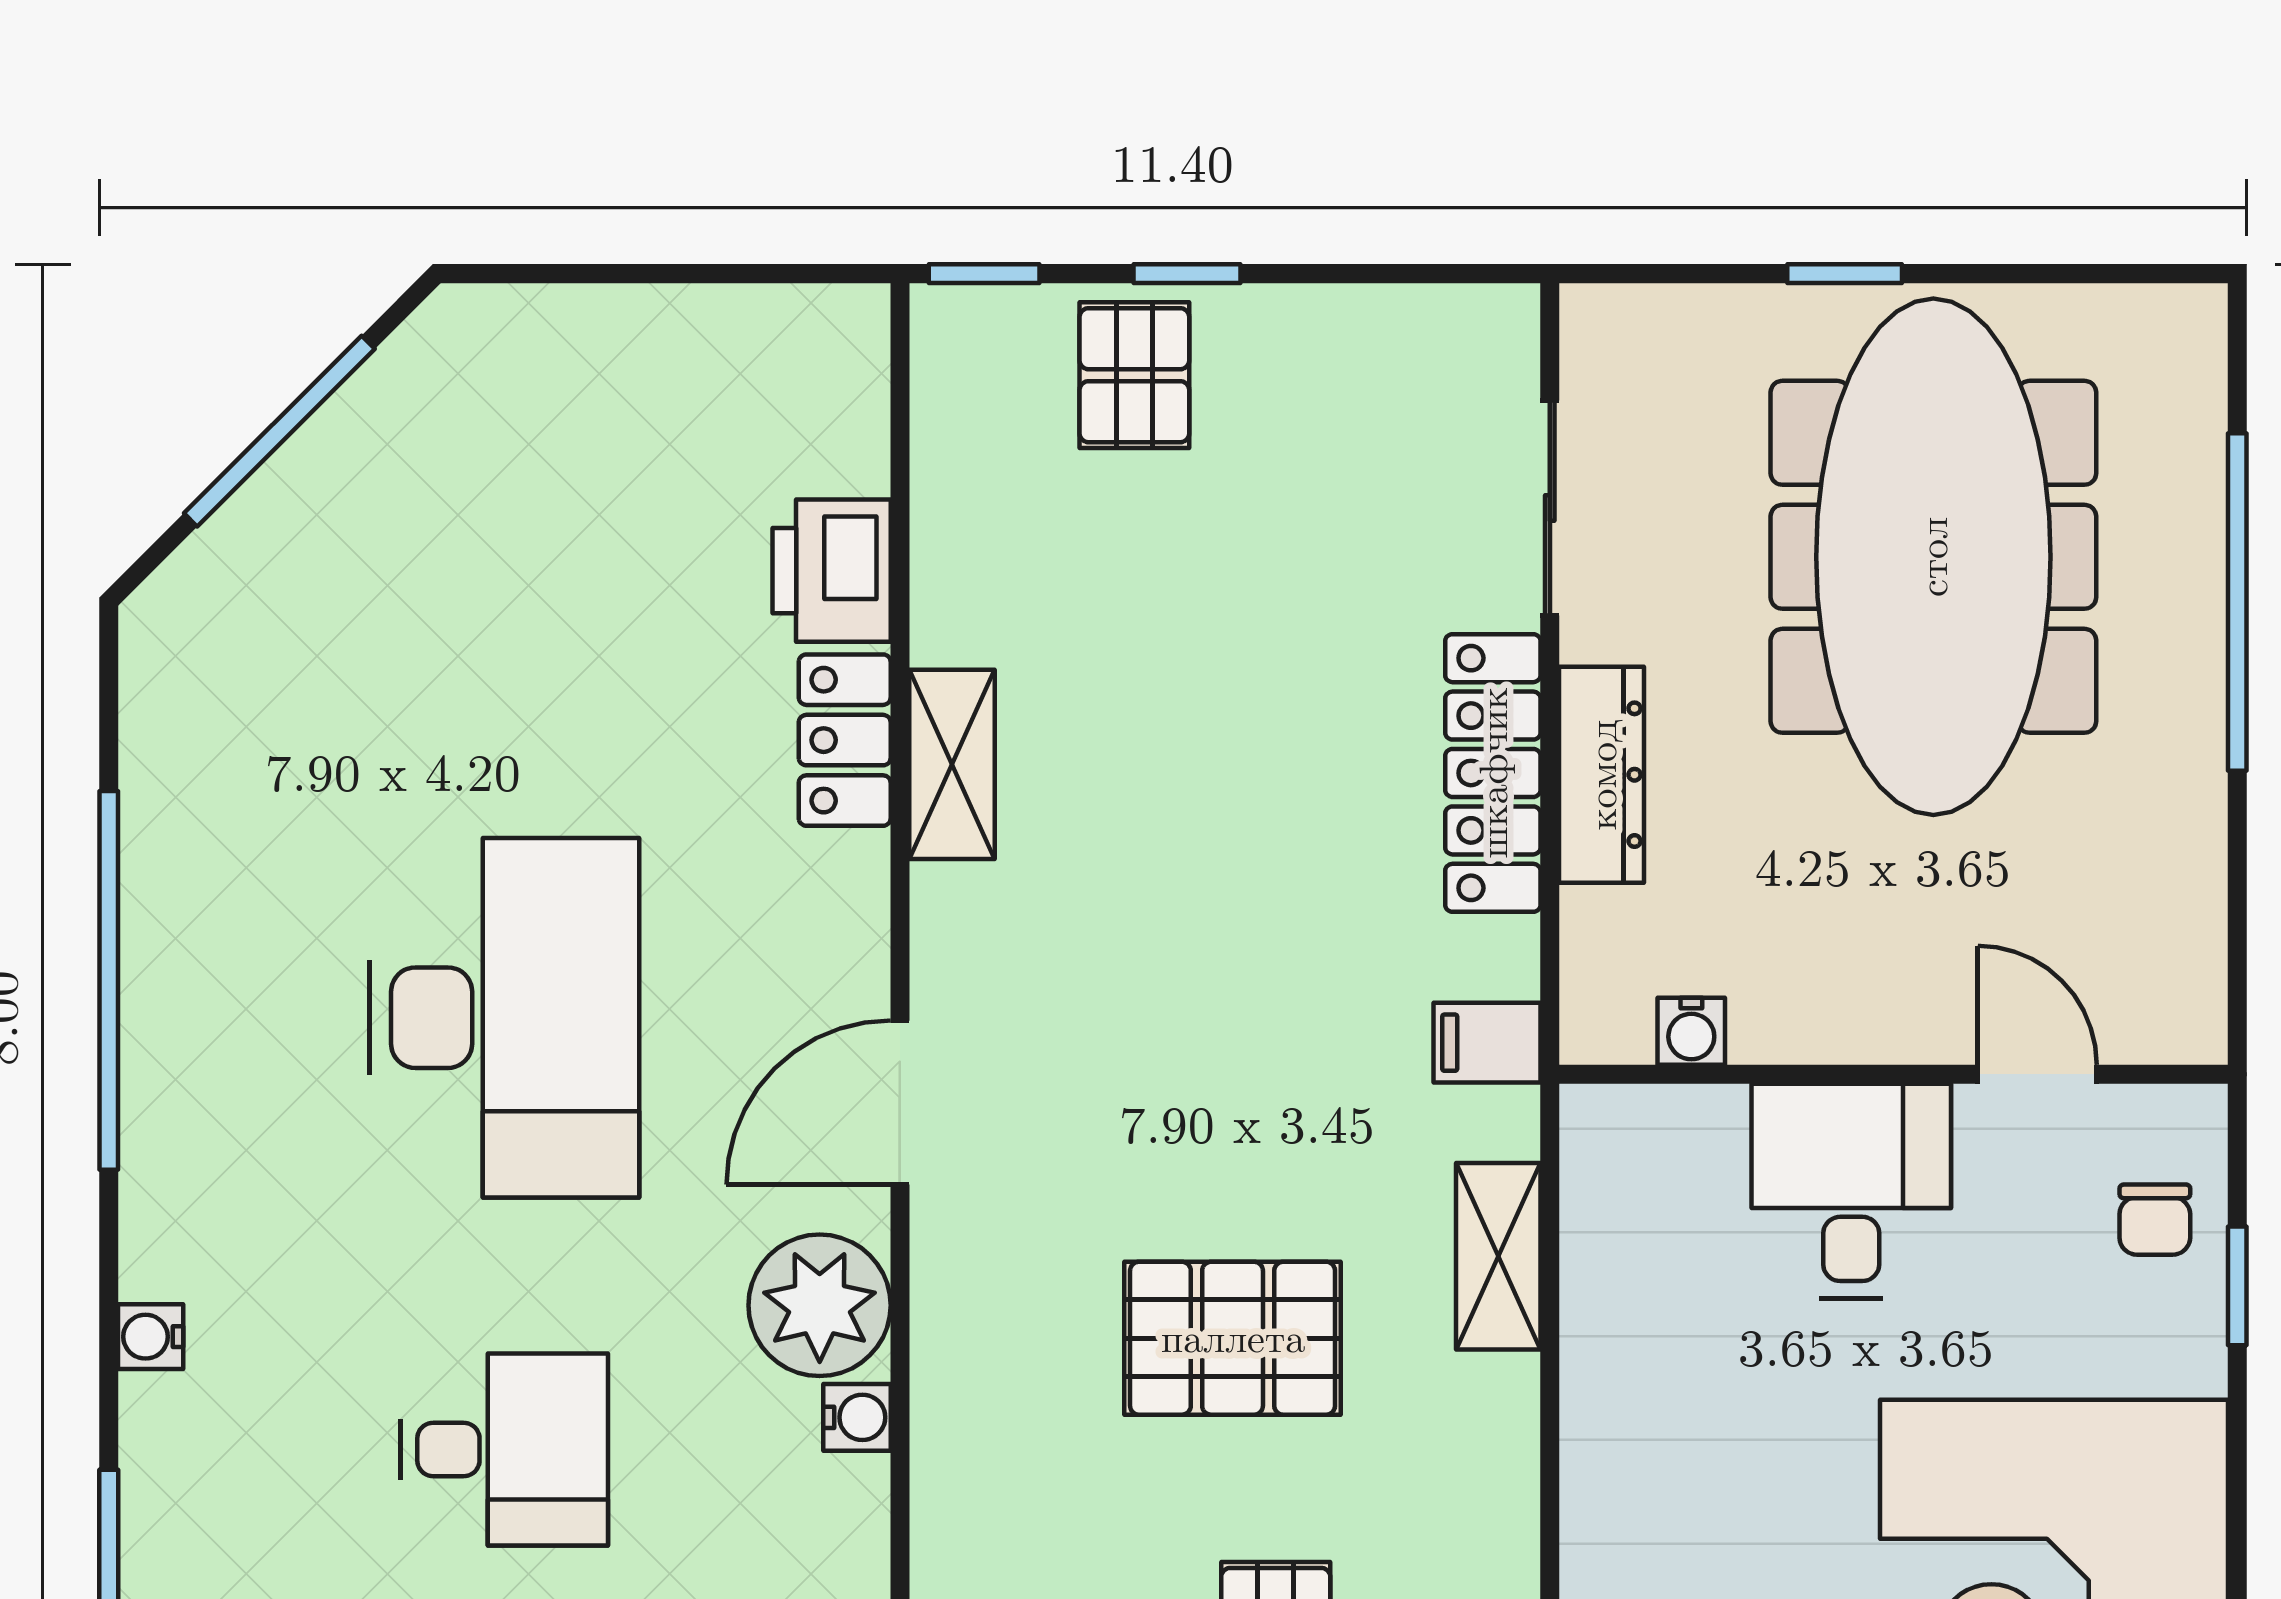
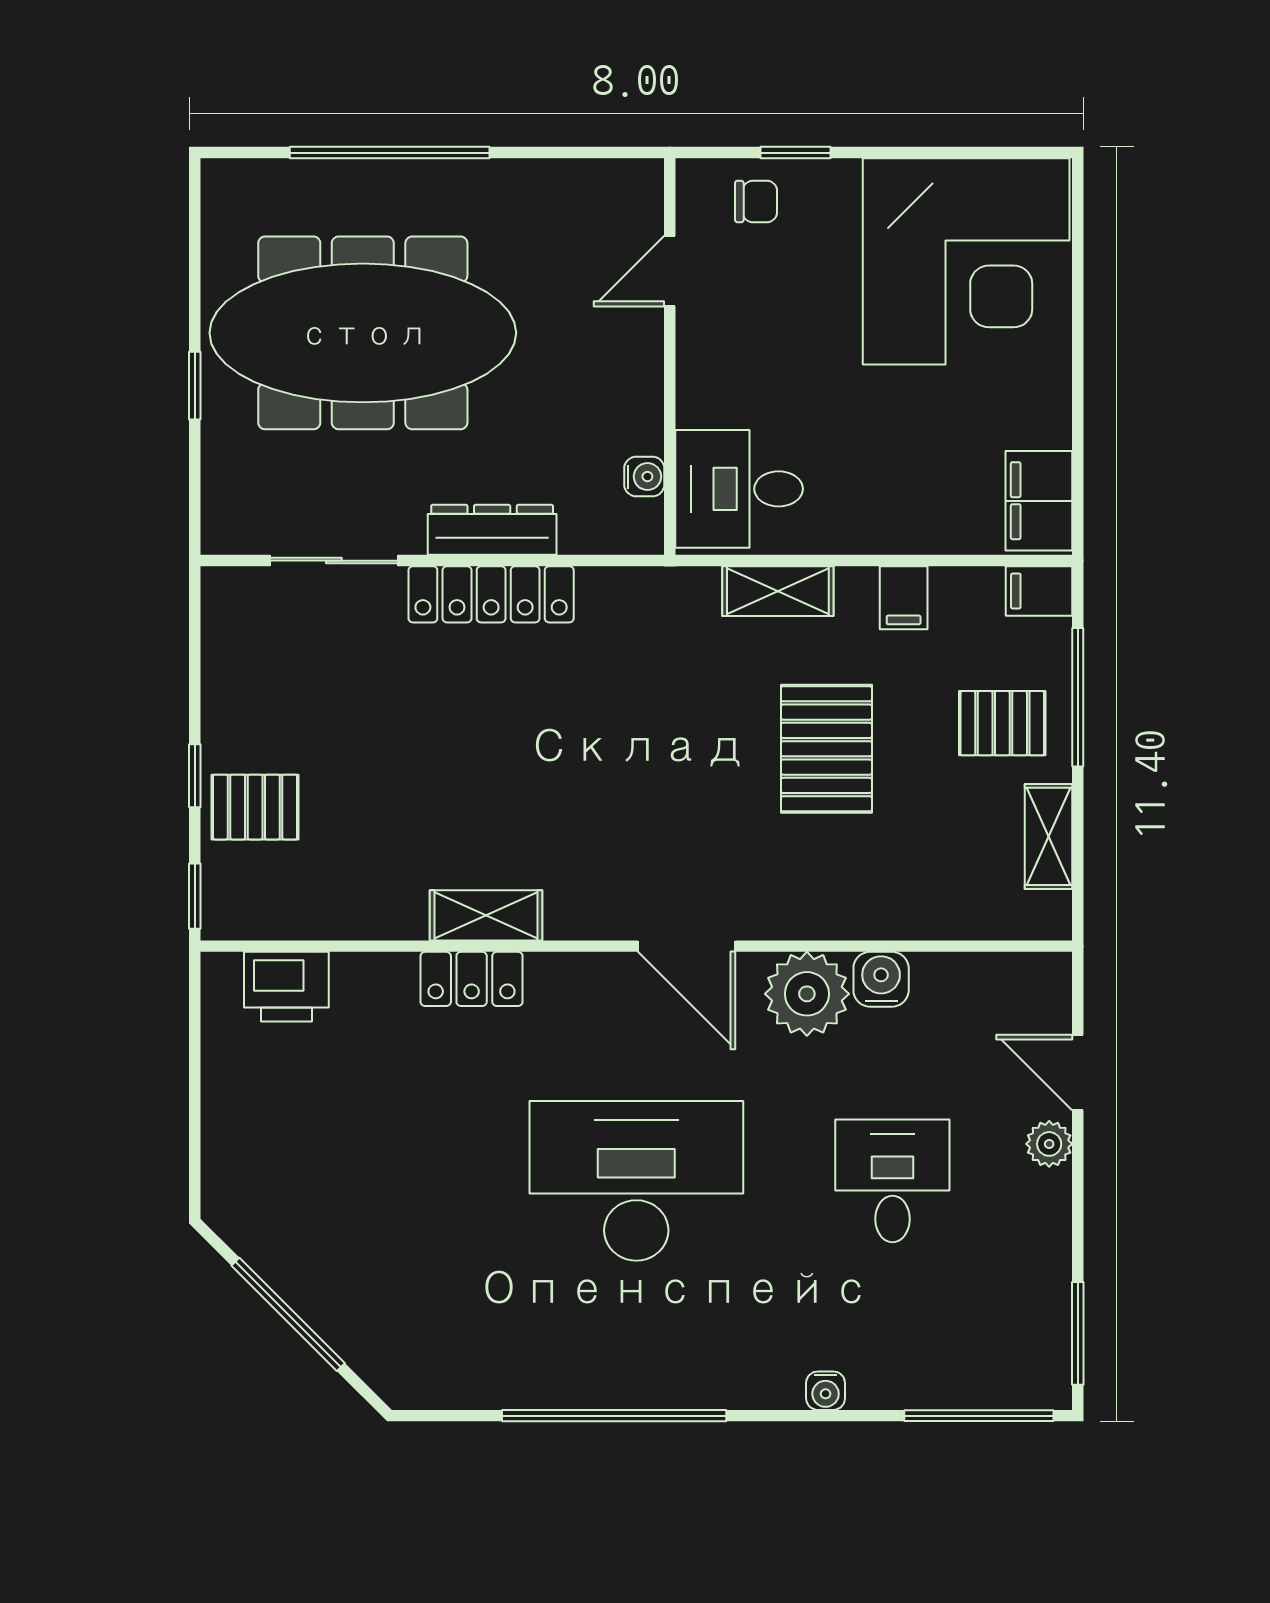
printer: (832, 571) -> (286, 987), moved
filing cabinet: (1487, 1043) -> (904, 598), moved
desk: (1851, 1191) -> (739, 489), moved
water cooler: (857, 1417) -> (881, 979), width x1.38, depth x1.38

